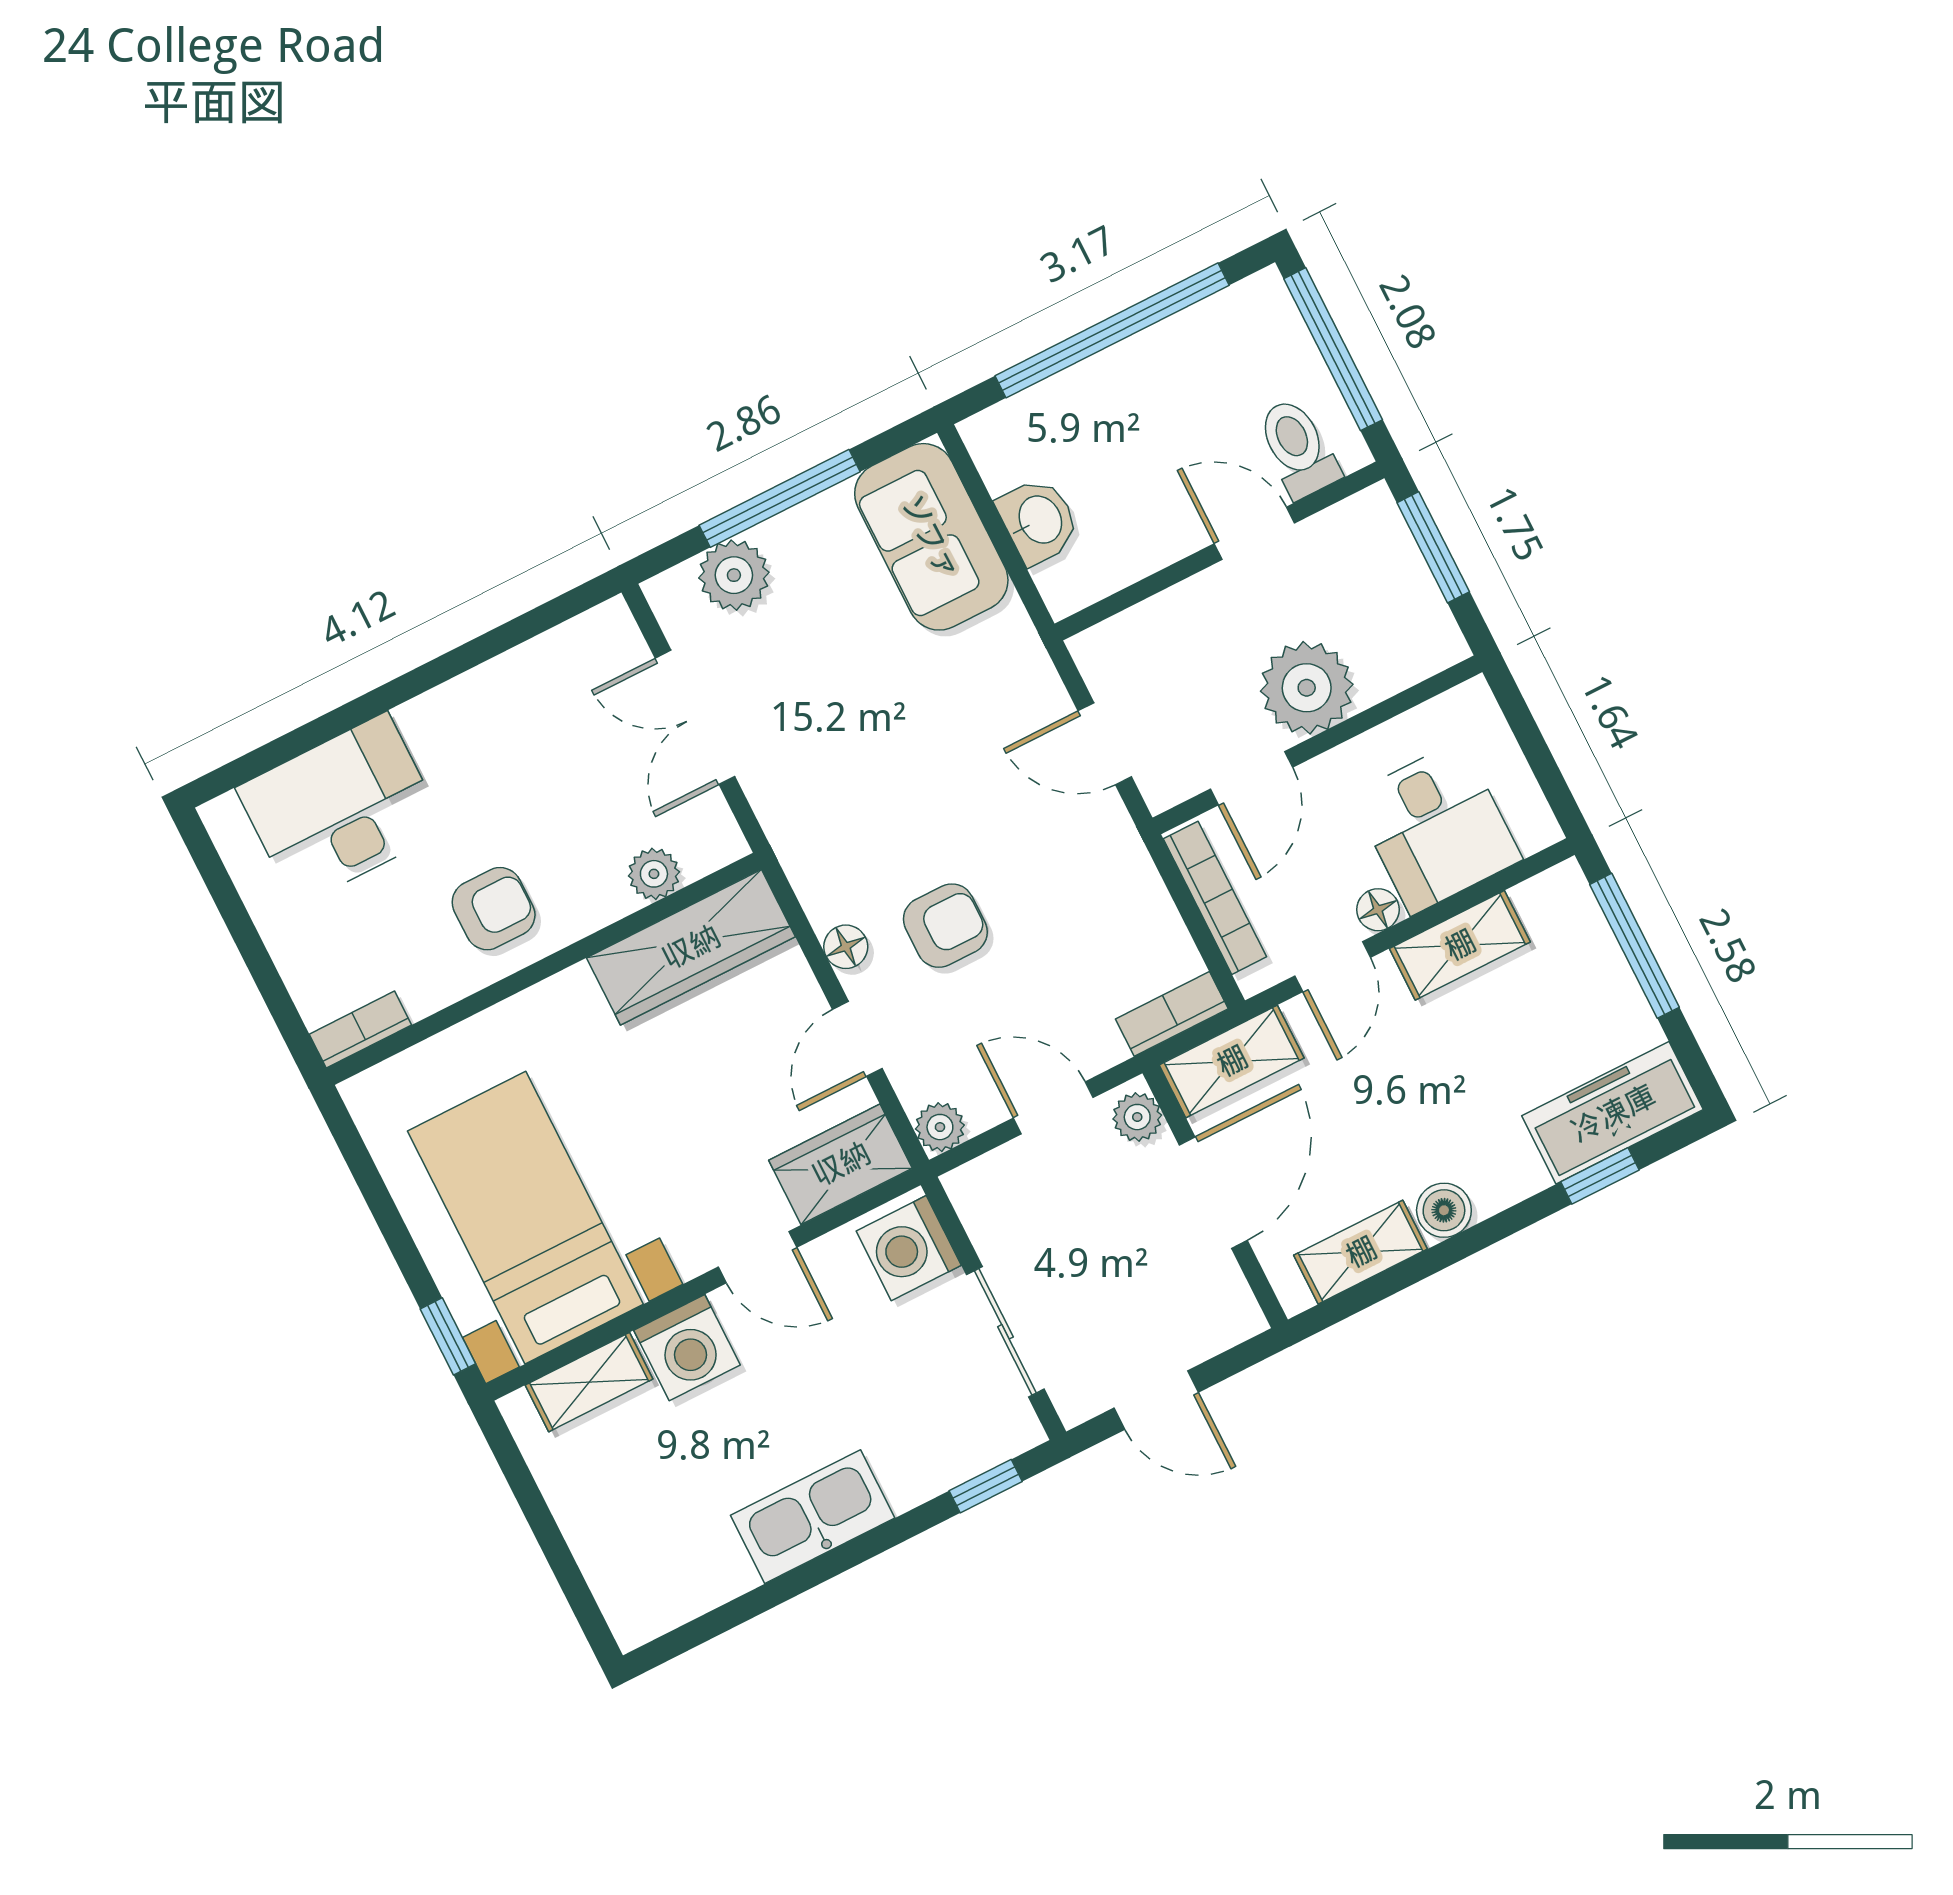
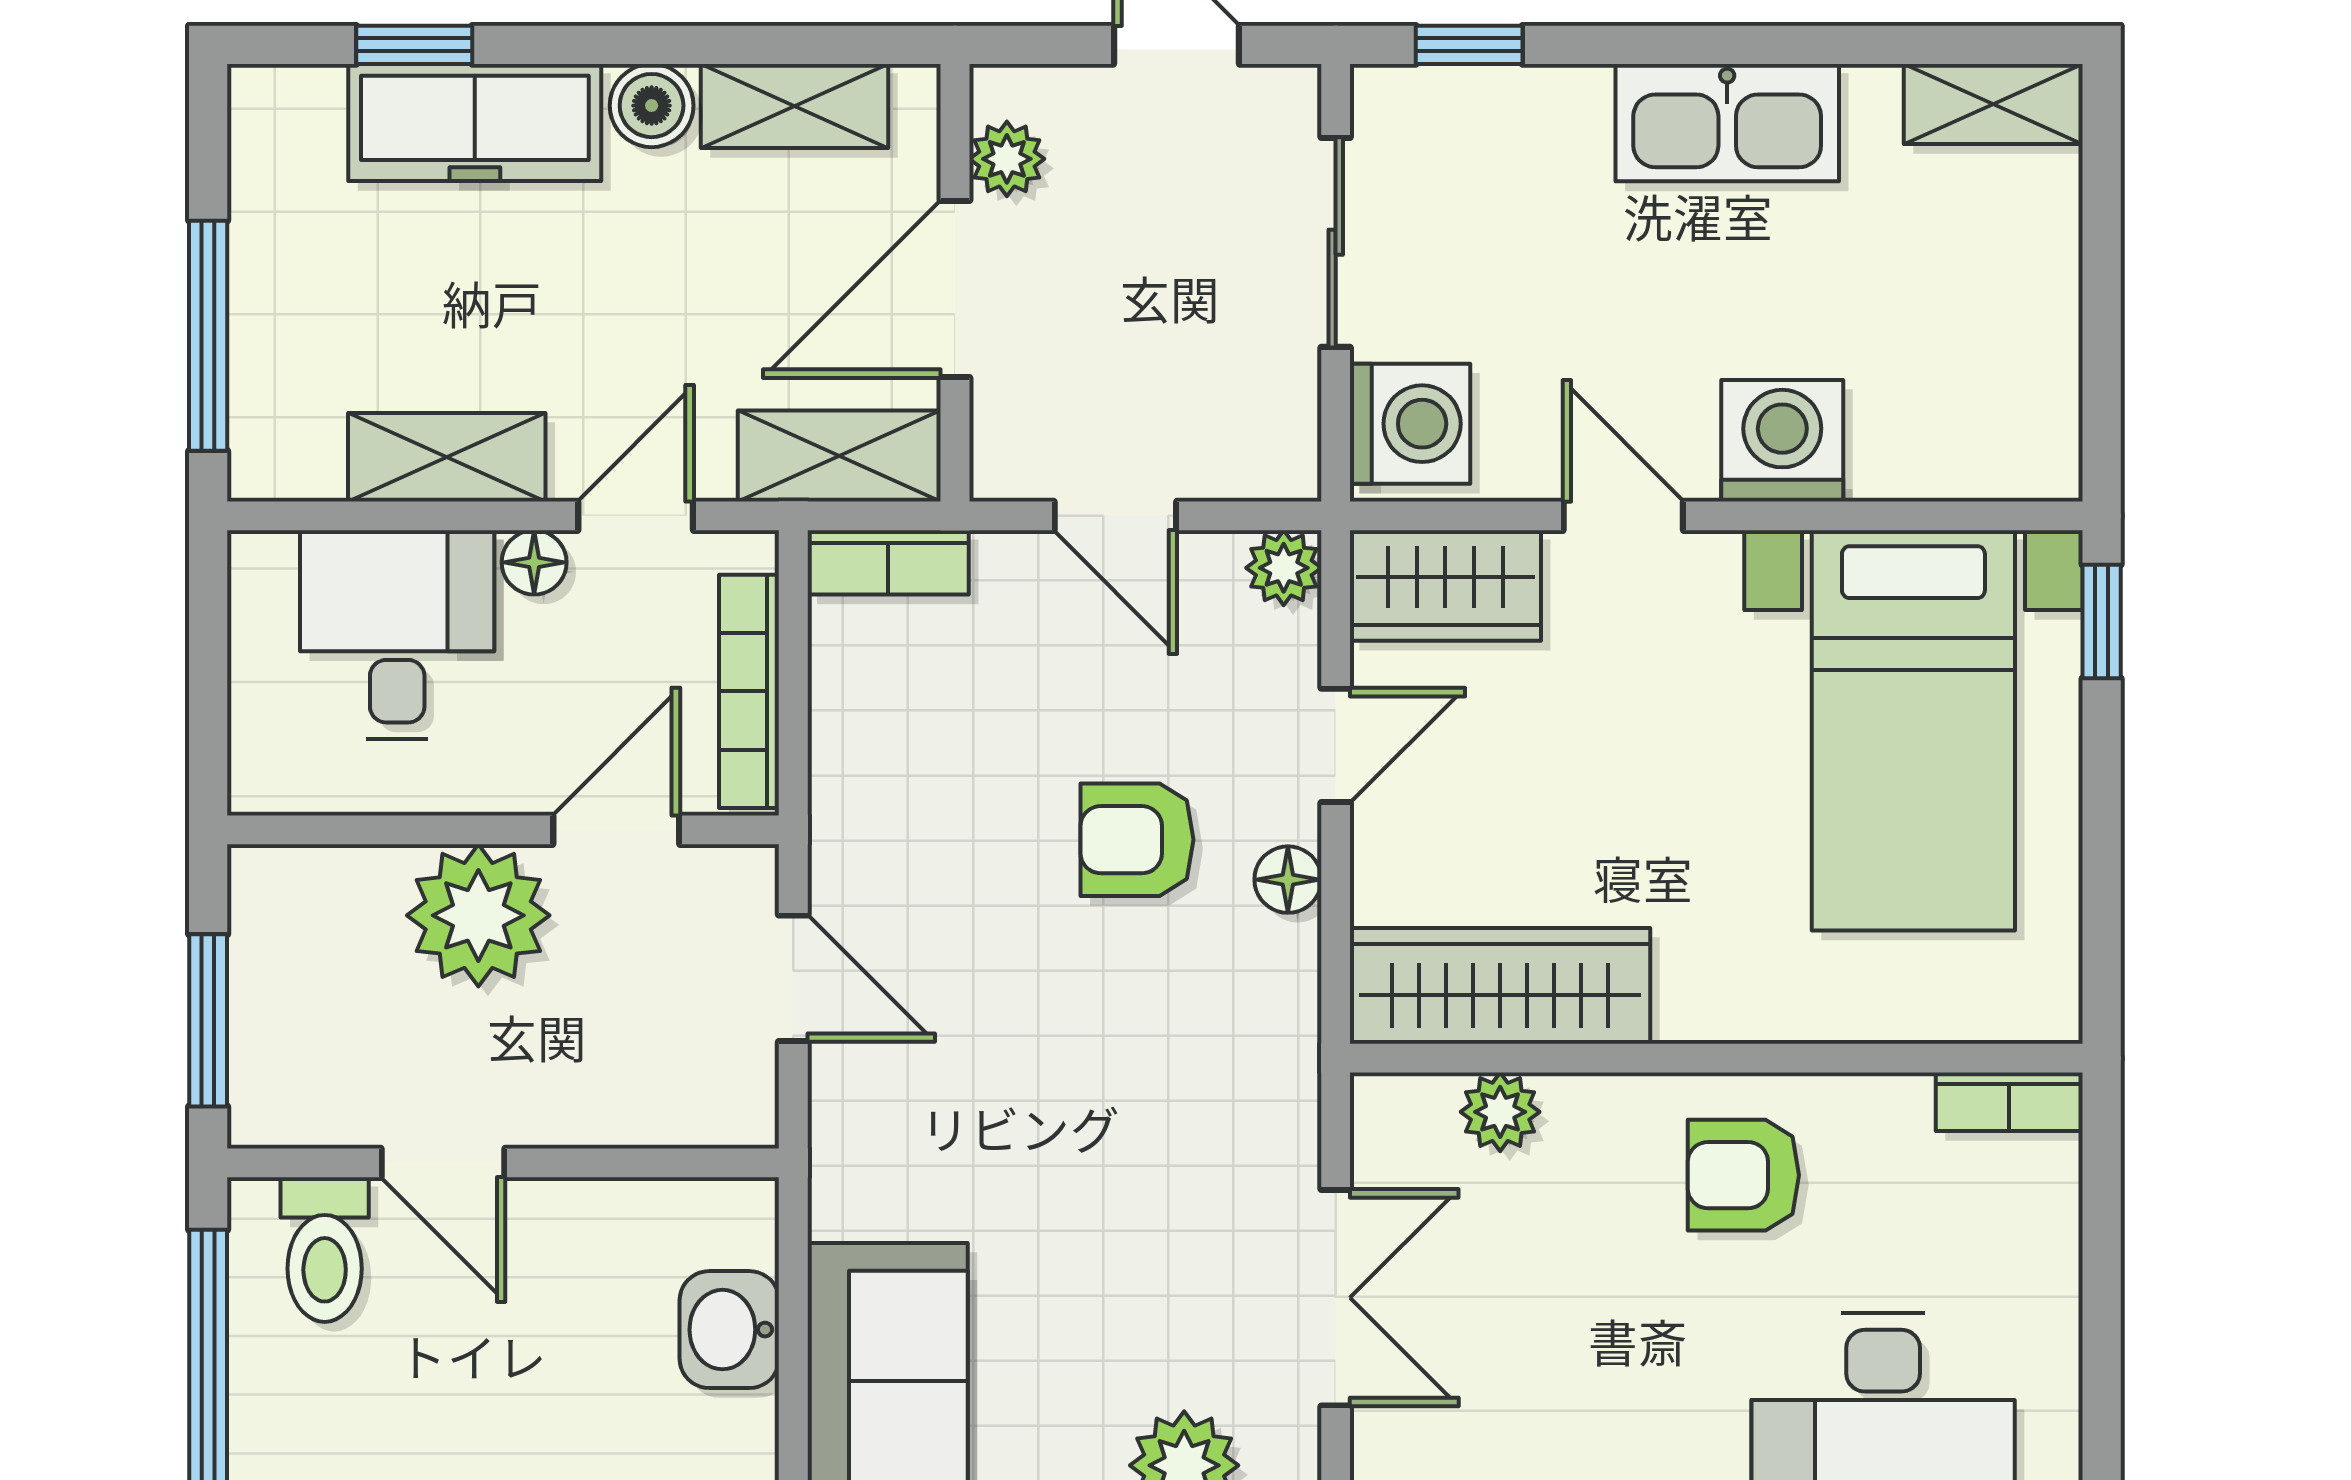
freezer: (1613, 1113) -> (475, 122), moved
plant: (1137, 1117) -> (1007, 159), moved
shelving: (589, 1382) -> (1993, 104), moved

